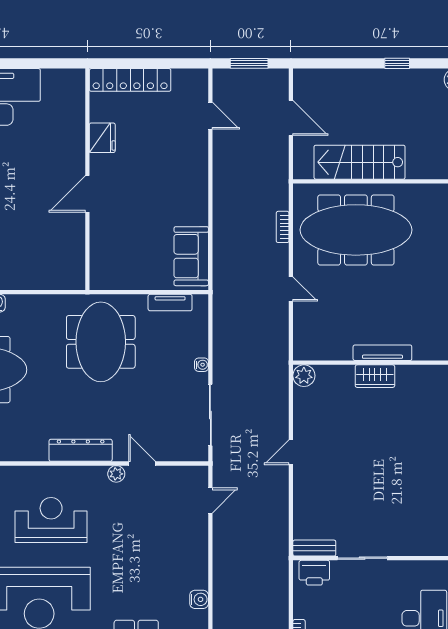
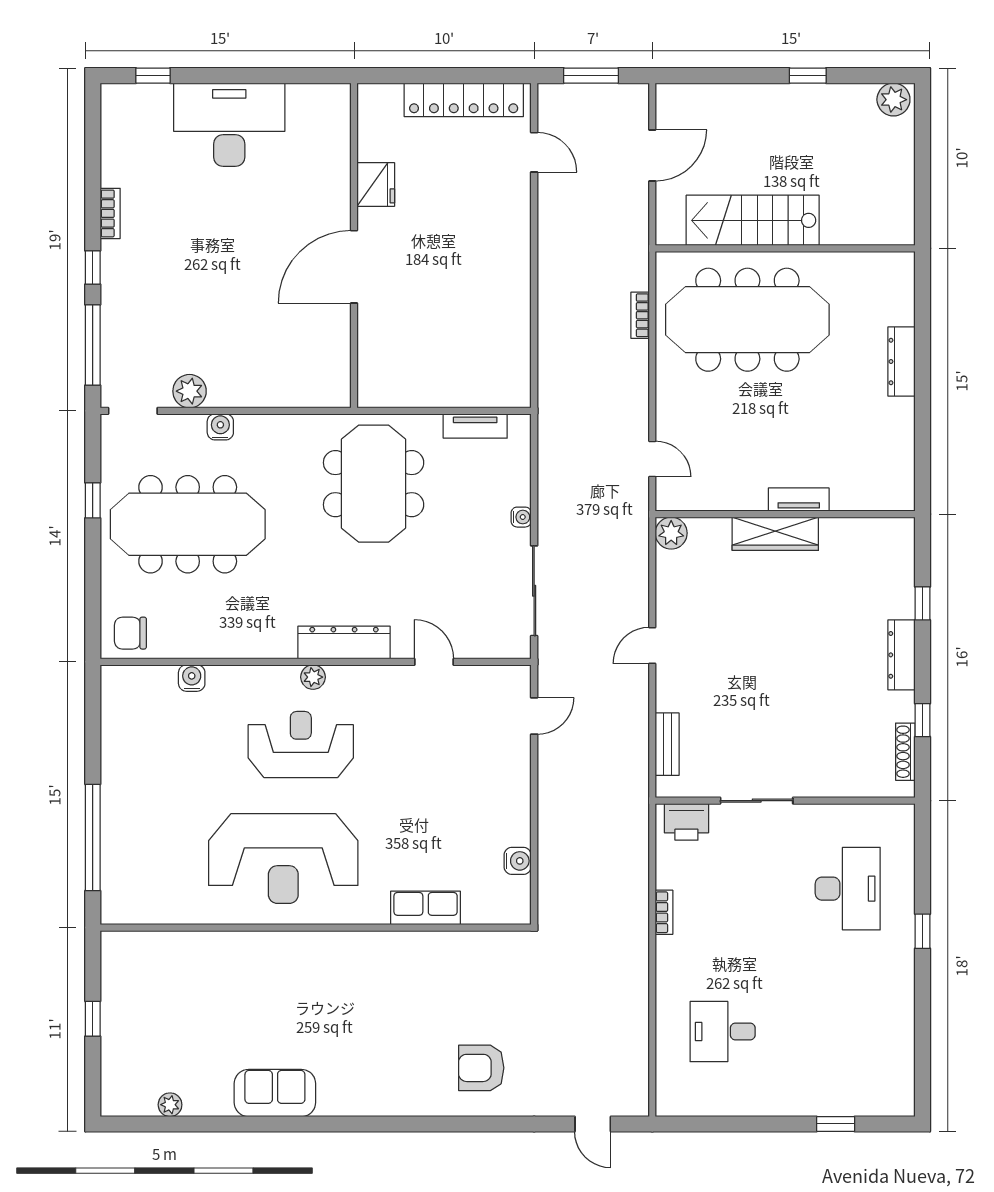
locker: (130, 80) -> (464, 100), moved
door: (291, 118) -> (652, 155), hinge flipped
door: (87, 194) -> (354, 267), width x1.36
sofa: (191, 256) -> (506, 358), removed
door: (291, 289) -> (652, 459), moved
tv unit: (382, 353) -> (799, 500), width x0.71
wardrobe: (375, 376) -> (775, 534), width x1.50
plant: (116, 474) -> (313, 677), moved
bench: (314, 548) -> (667, 744), moved, turned 90

